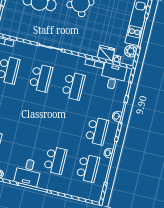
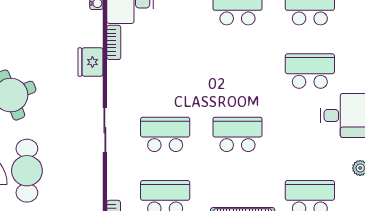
fridge: (106, 53) -> (91, 62), moved
school desk: (73, 86) -> (237, 134), moved

